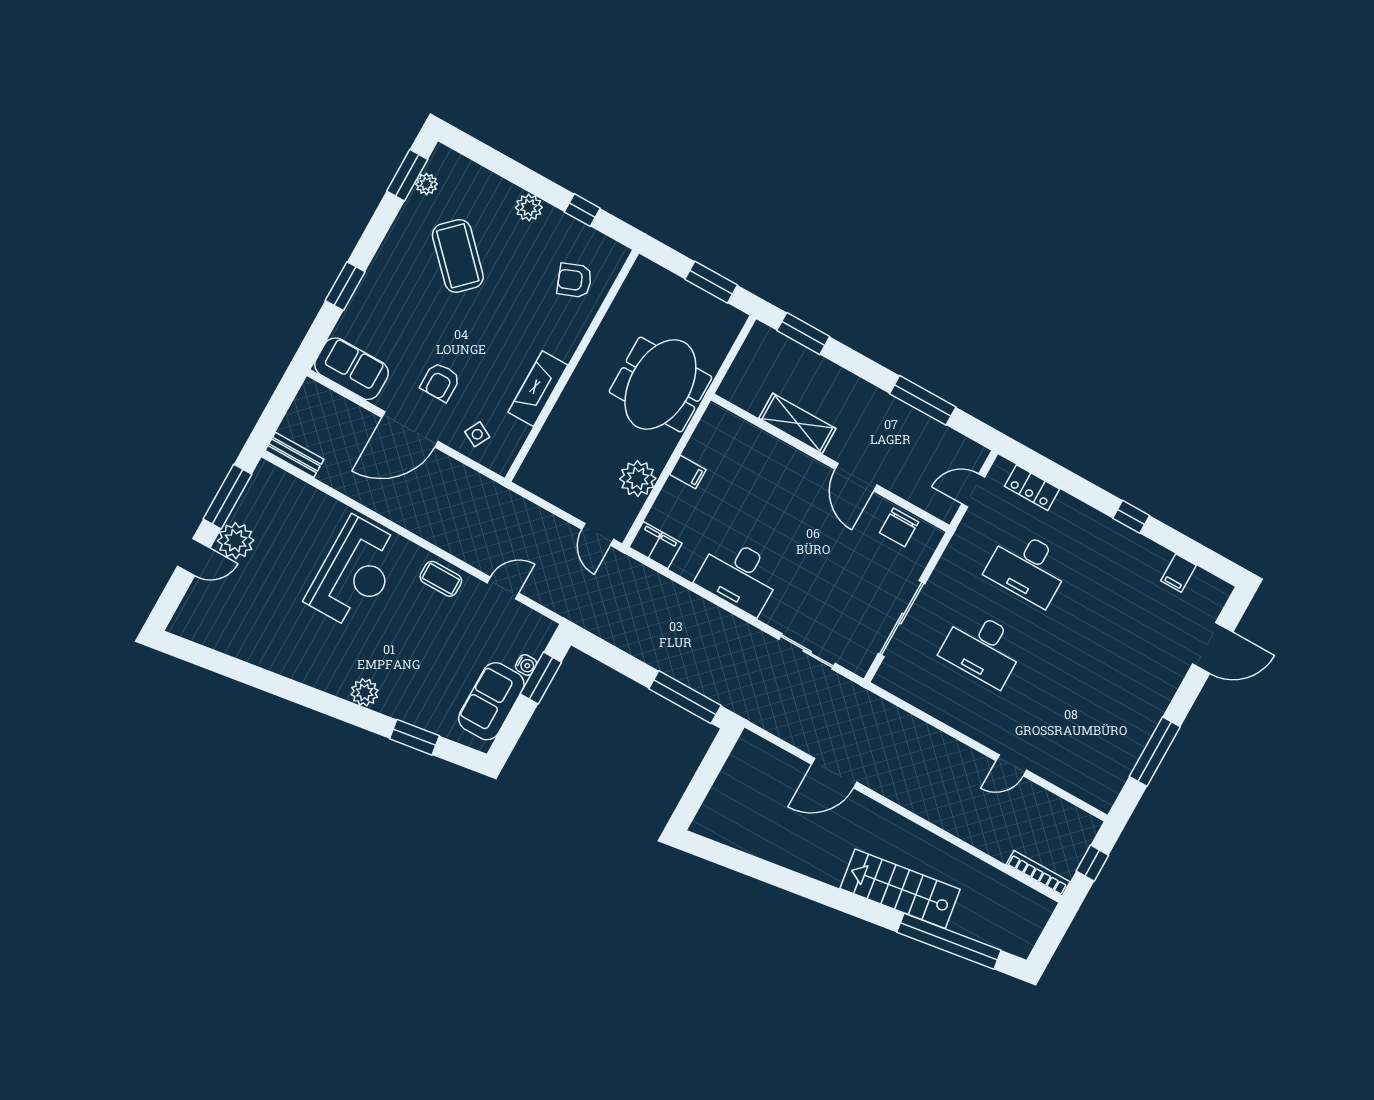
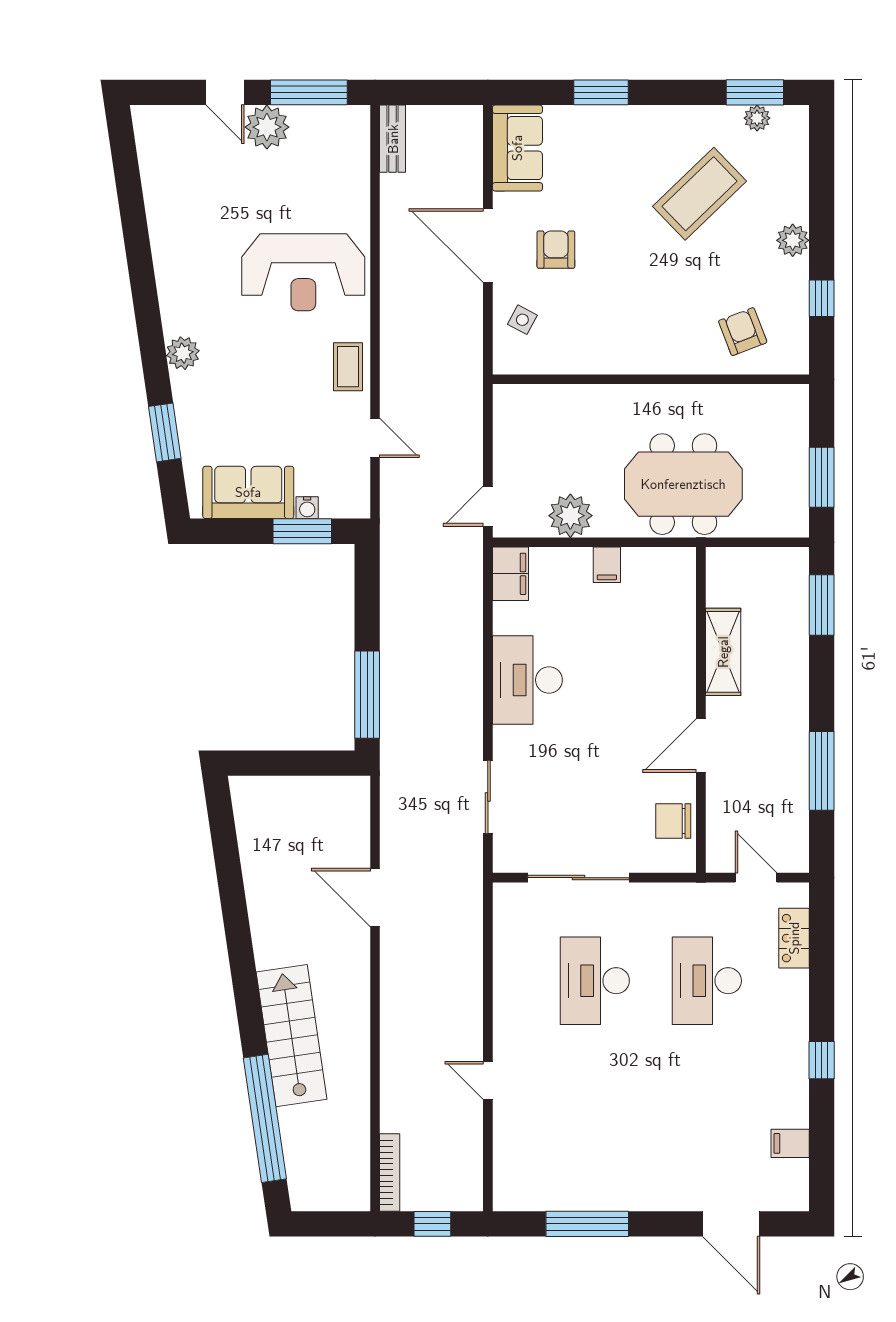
armchair: (440, 382) -> (556, 250), turned 90
fireplace: (538, 389) -> (607, 357), removed

